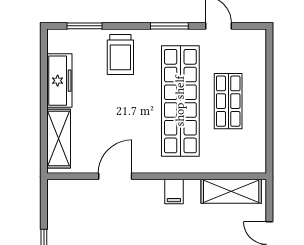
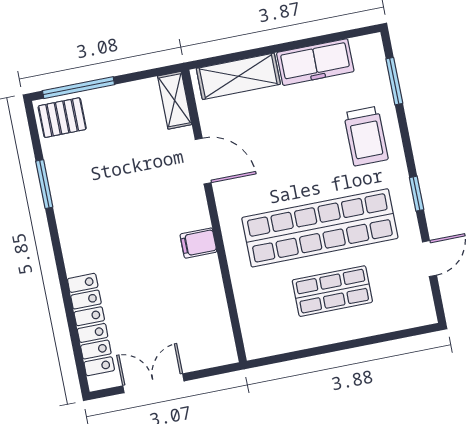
window: (169, 26) -> (417, 194), width x0.67
trolley: (120, 54) -> (366, 136), turned -90
shelving: (231, 191) -> (175, 100), moved, width x0.67, depth x0.75

